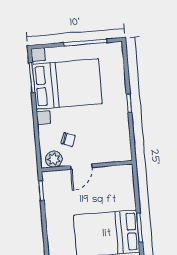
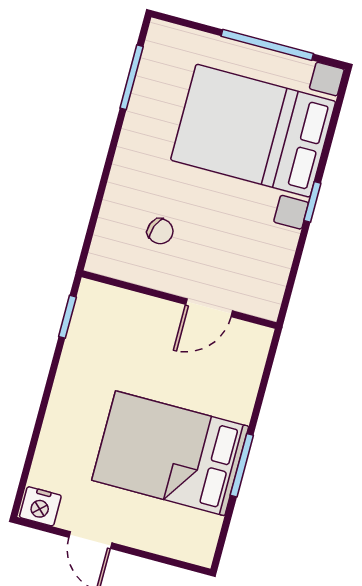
bed with nightstands: (67, 84) -> (253, 131), moved, turned 180
plant: (54, 159) -> (116, 261), removed
door: (81, 167) -> (209, 308), moved

